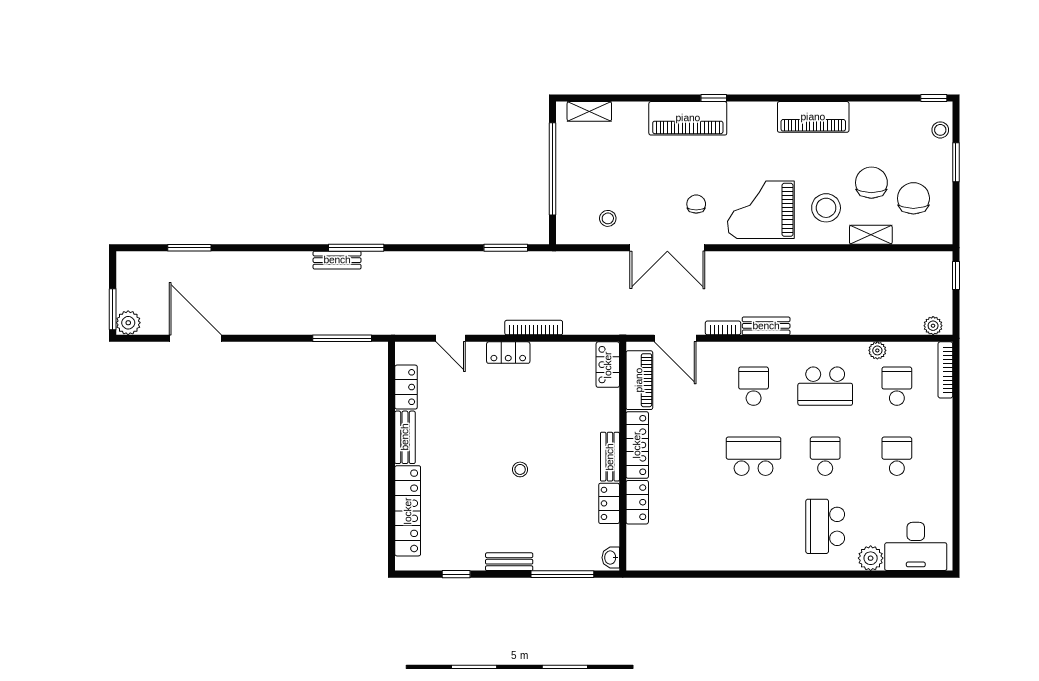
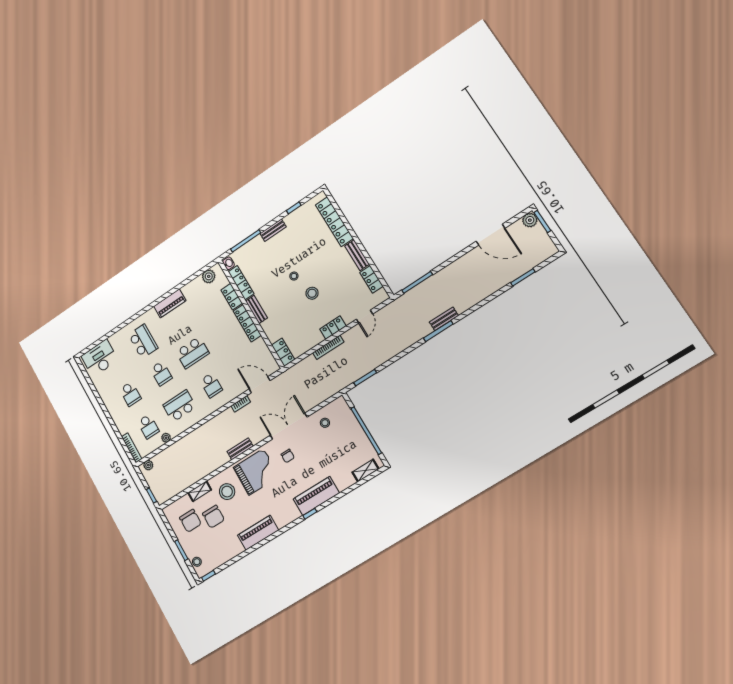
bench: (766, 326) -> (240, 449), moved
door: (451, 338) -> (365, 317), swing flipped
piano: (639, 380) -> (170, 303), moved, turned -90
stool: (508, 425) -> (312, 293), added
locker: (609, 503) -> (241, 283), width x1.53
plant: (871, 558) -> (209, 276), moved

